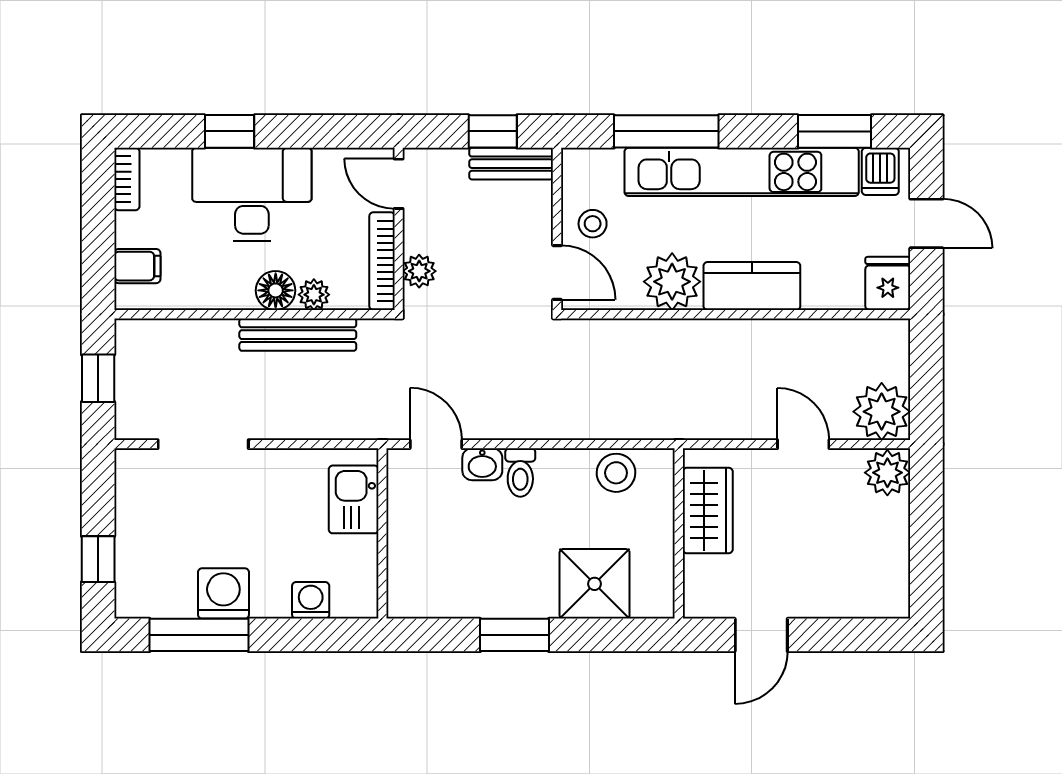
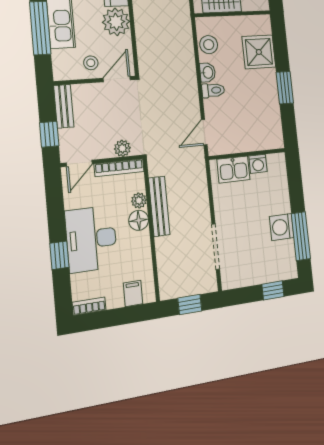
window: (493, 131) -> (49, 134), moved
washbasin: (482, 464) -> (208, 72), moved
washing machine: (311, 600) -> (258, 164), moved, turned -90

